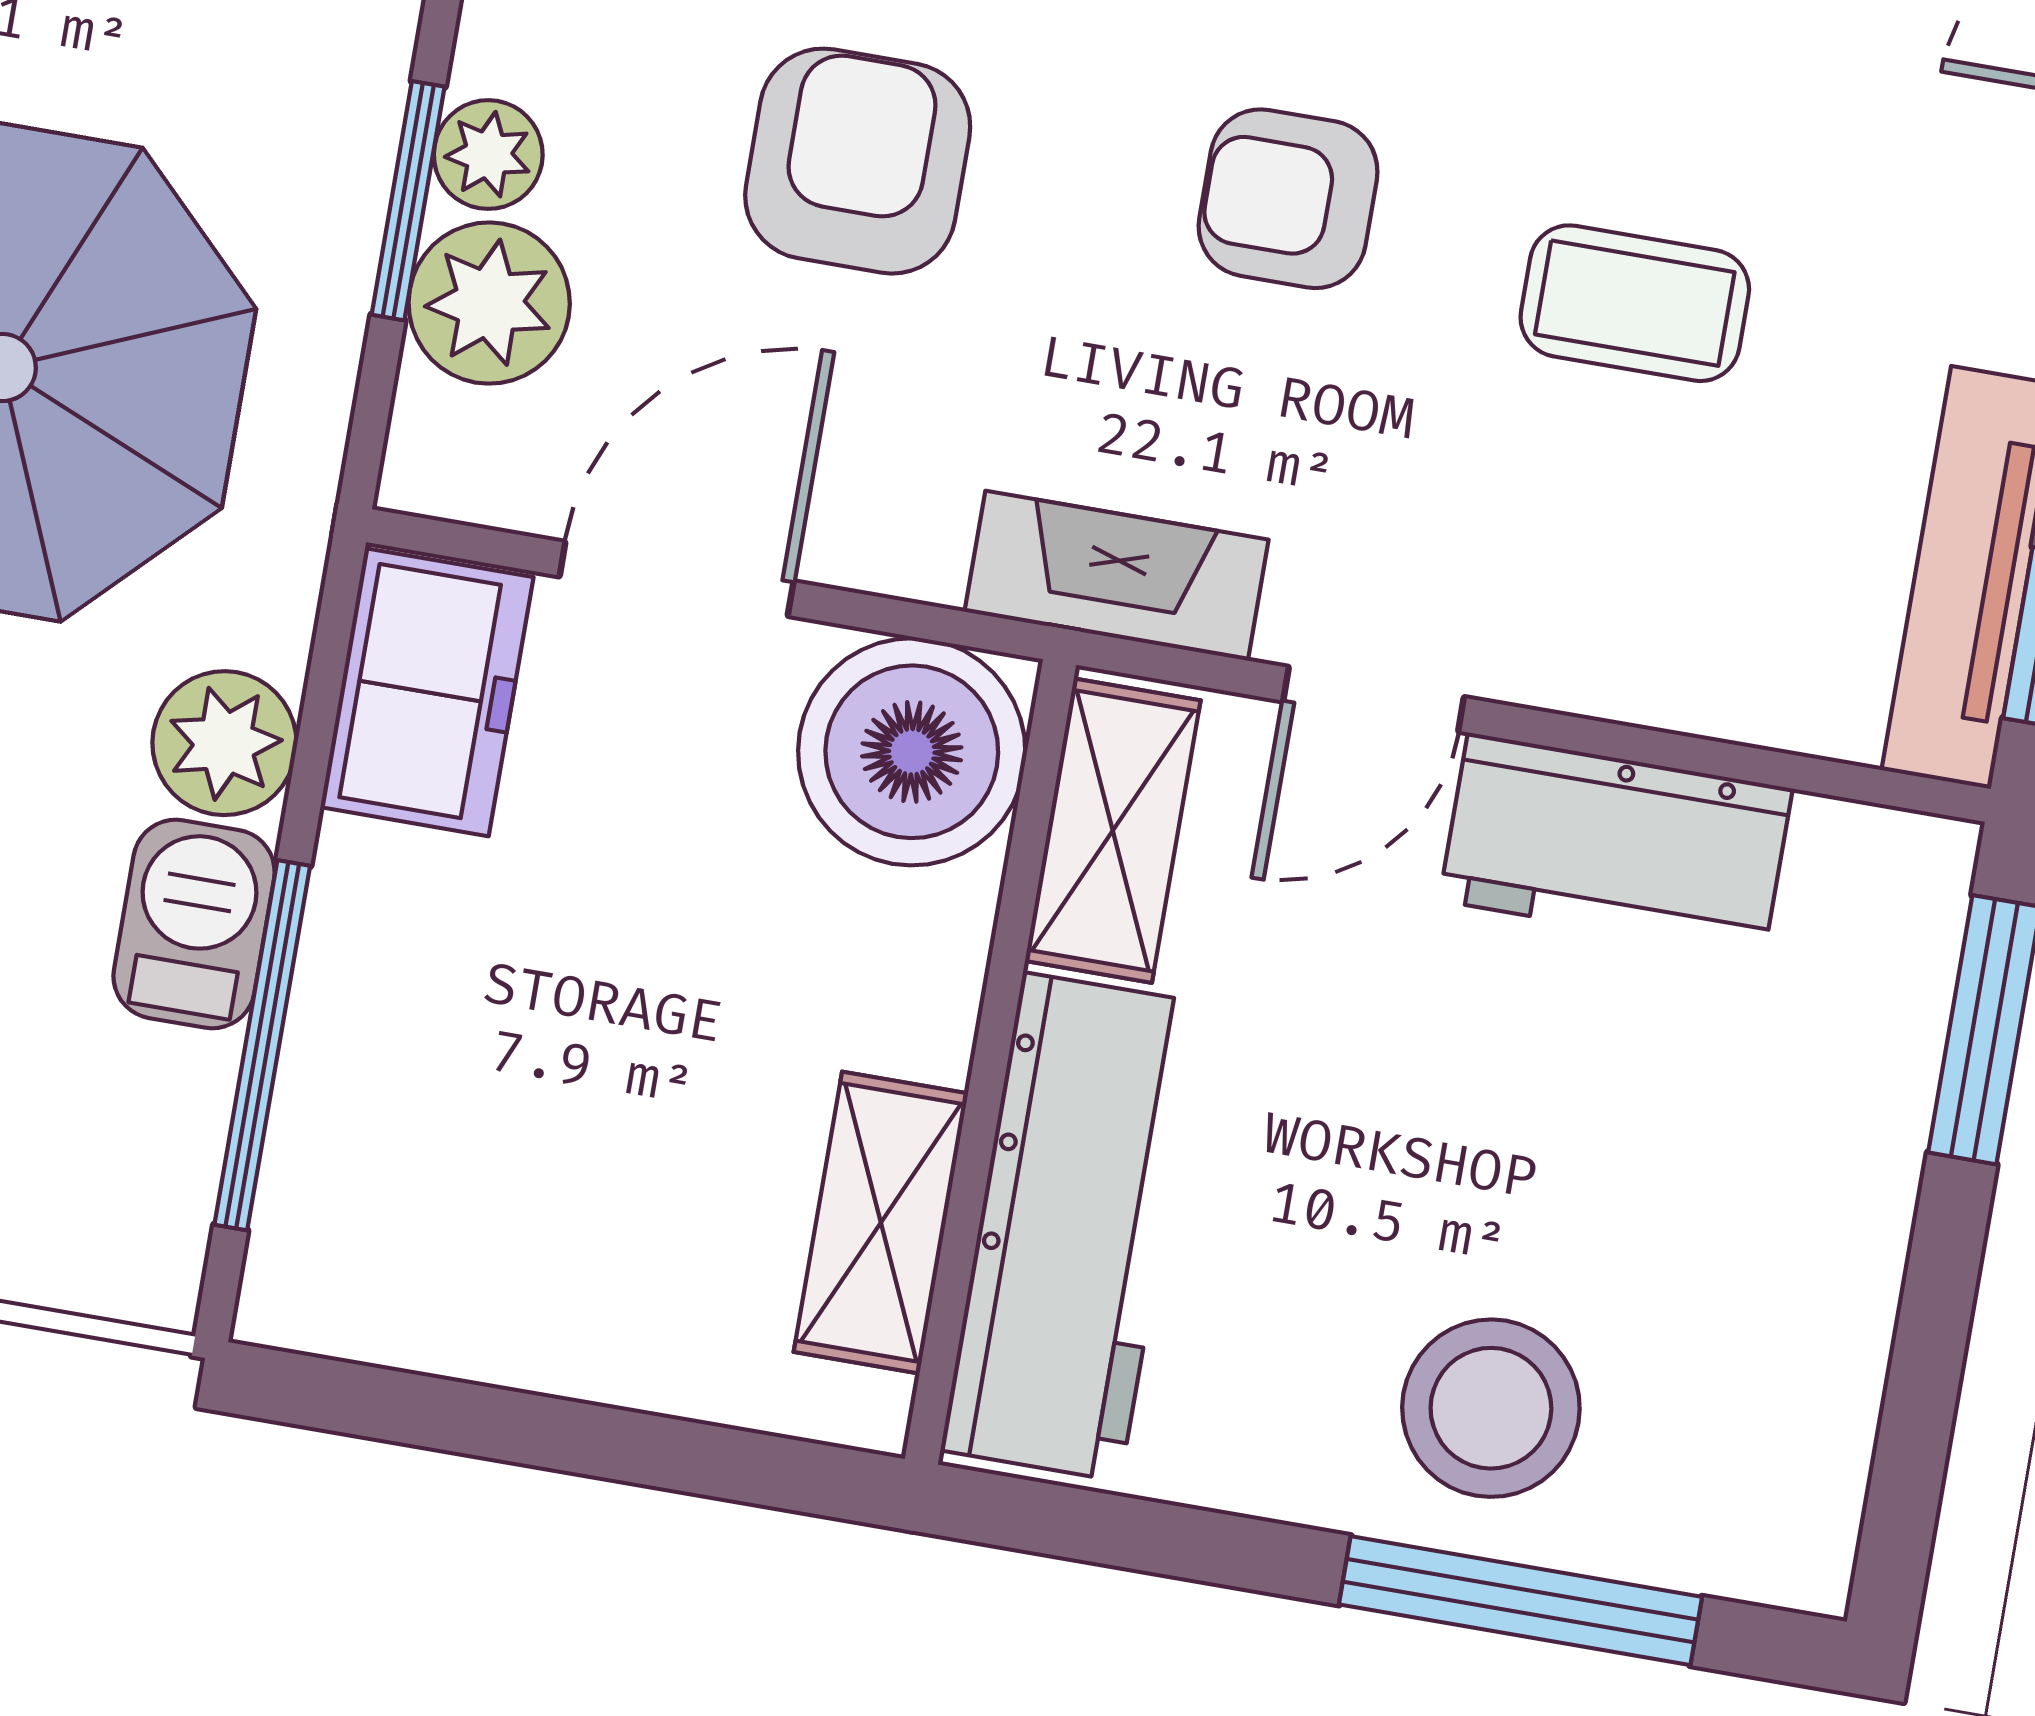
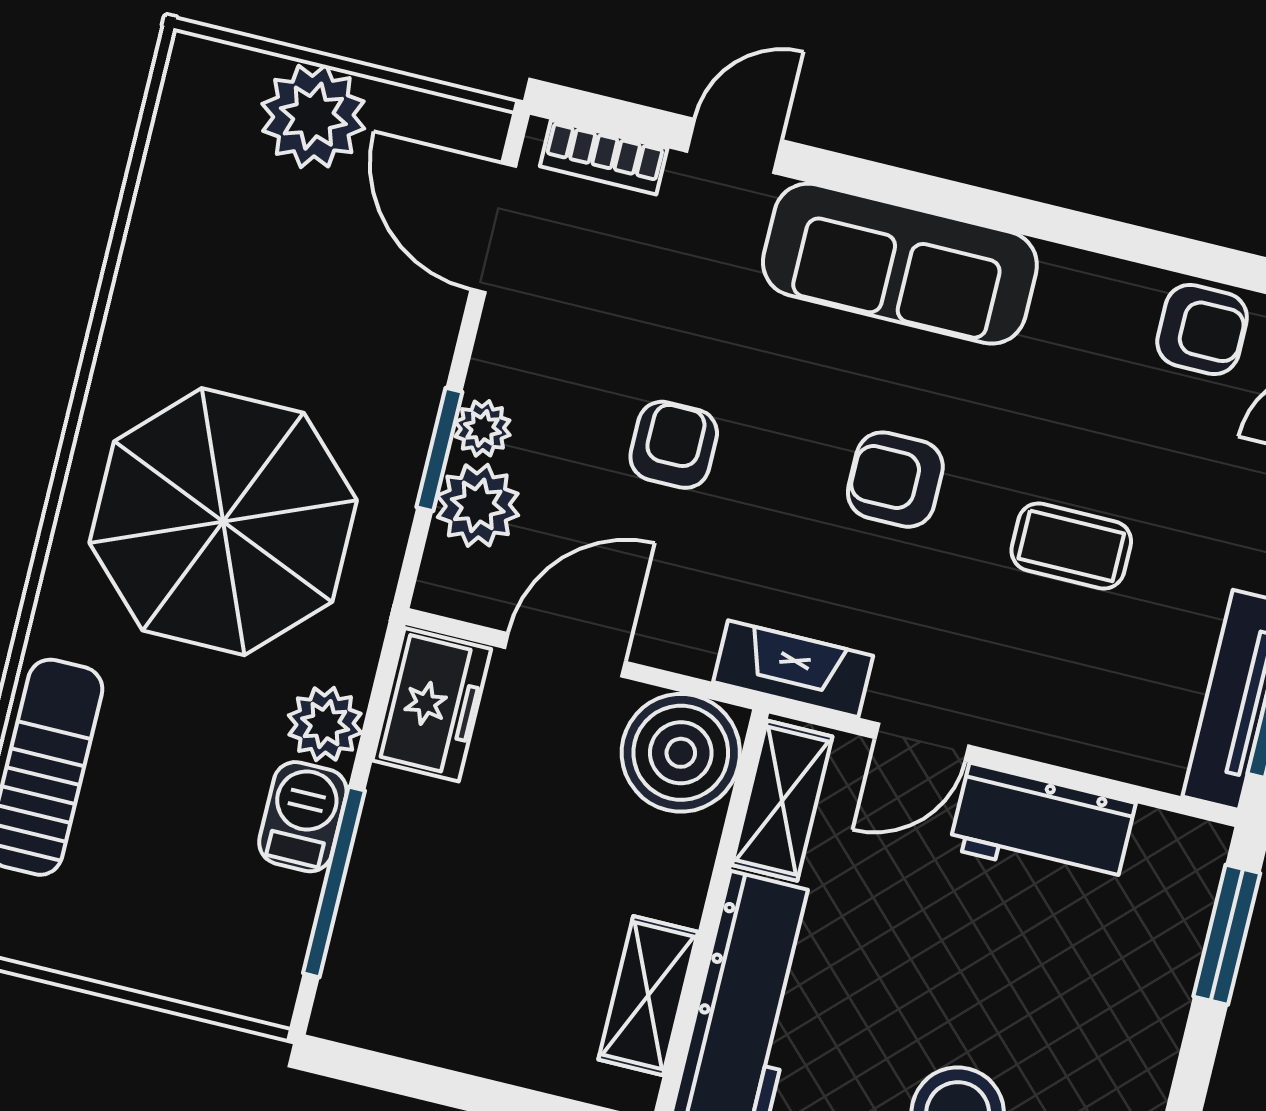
armchair: (858, 161) -> (674, 445), width x0.72, depth x0.72

